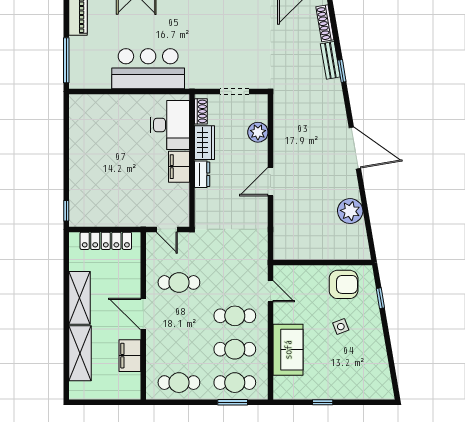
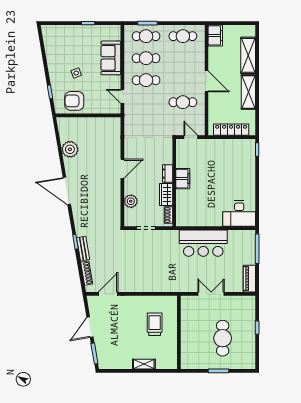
desk: (170, 125) -> (239, 214), moved, turned -90
filing cabinet: (130, 356) -> (215, 35), moved

